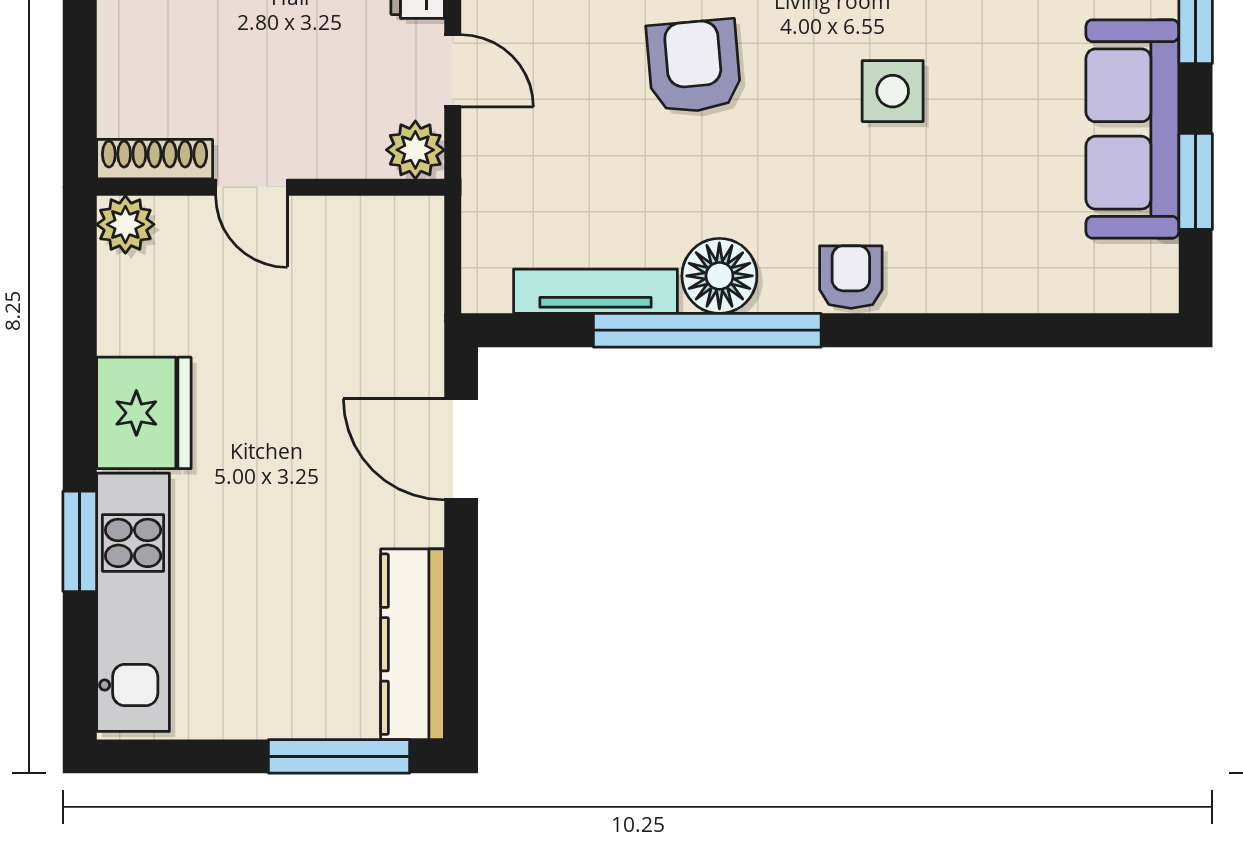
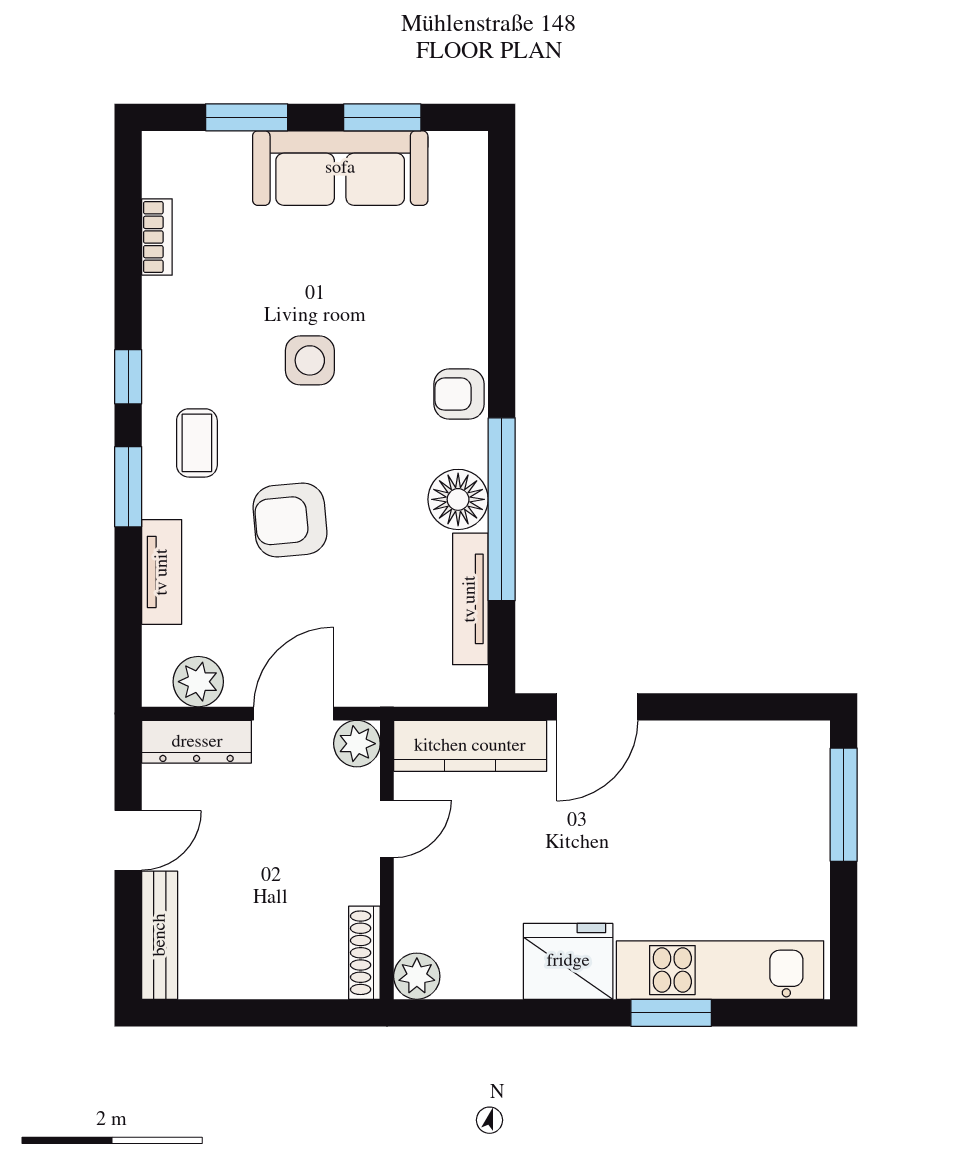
door: (453, 71) -> (294, 714), width x1.38
door: (252, 187) -> (387, 829), moved
kitchen counter: (412, 644) -> (470, 746), moved

